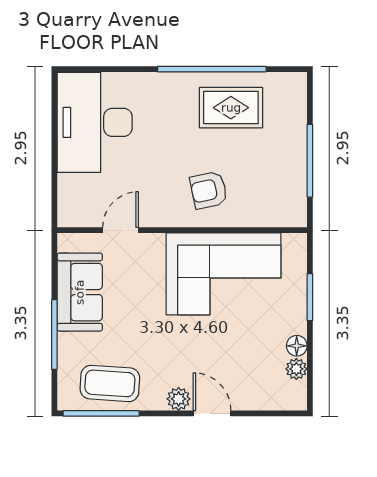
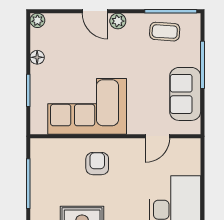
armchair: (209, 190) -> (97, 164), turned -78
plant: (296, 369) -> (37, 20), moved
coffee table: (110, 383) -> (165, 32), width x0.73, depth x0.77

